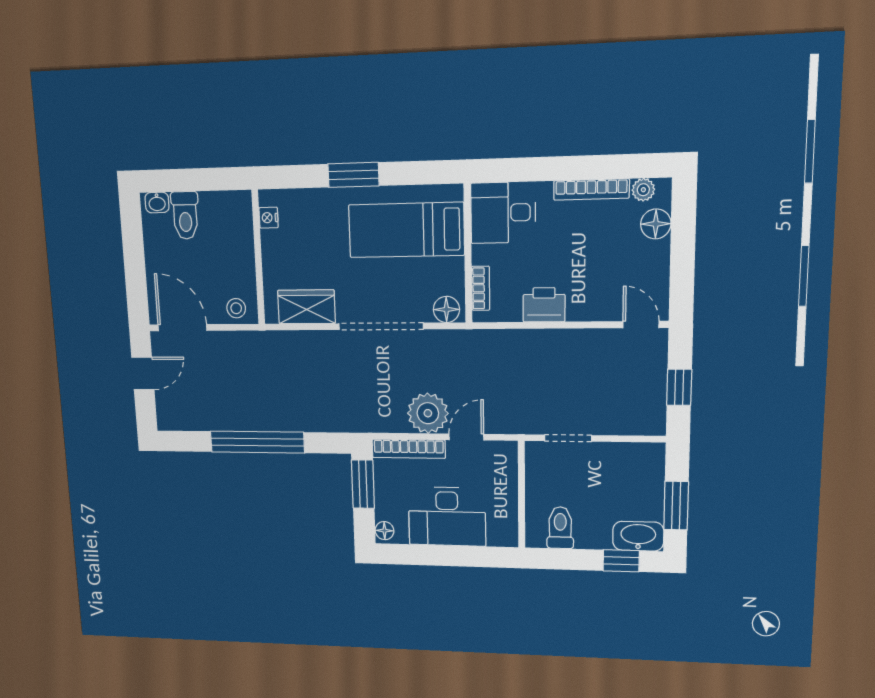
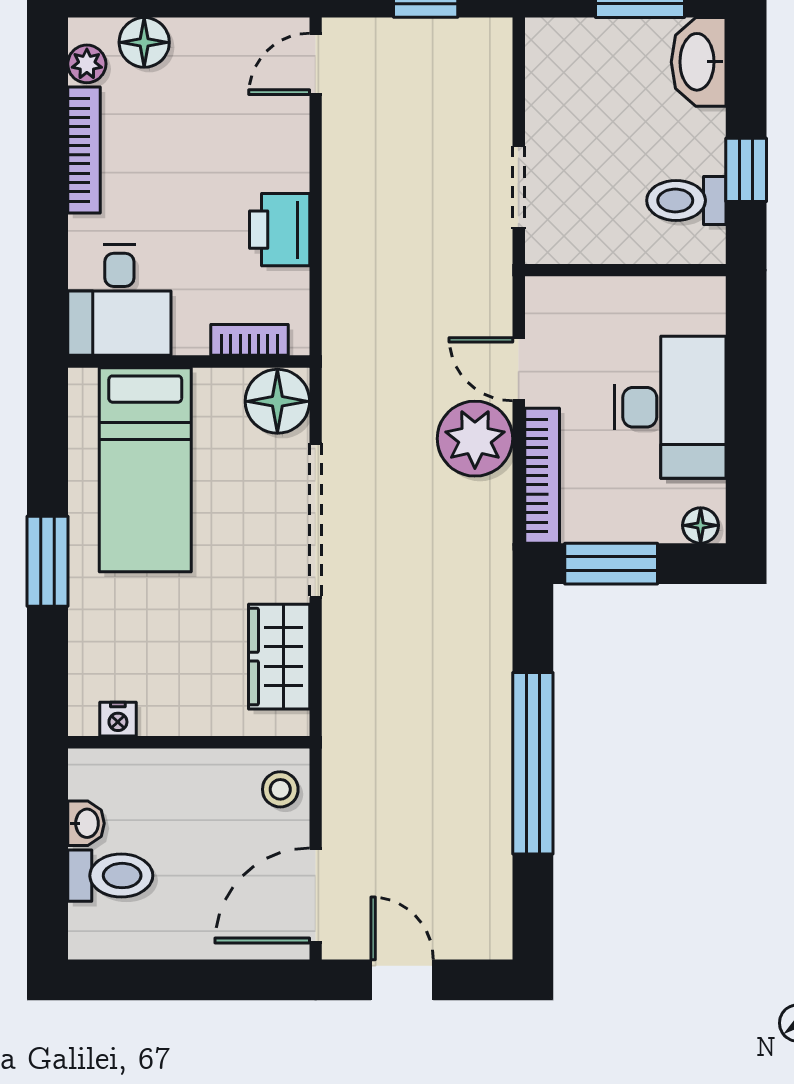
washbasin: (157, 203) -> (86, 823), moved
floor lamp: (446, 309) -> (277, 401), width x1.38, depth x1.38
window: (621, 561) -> (746, 170), moved

